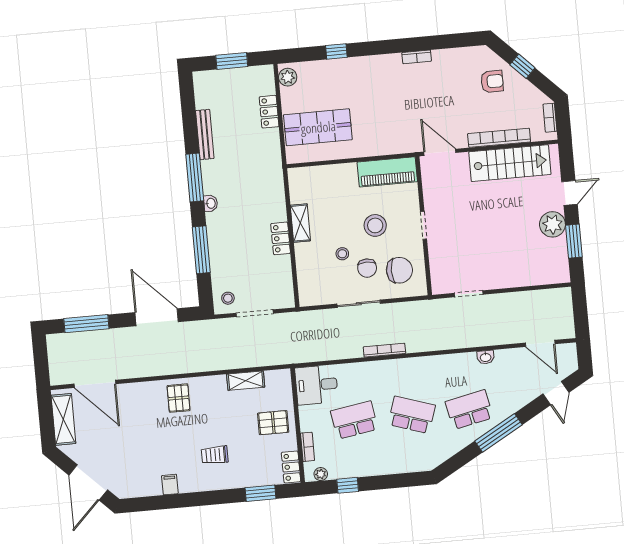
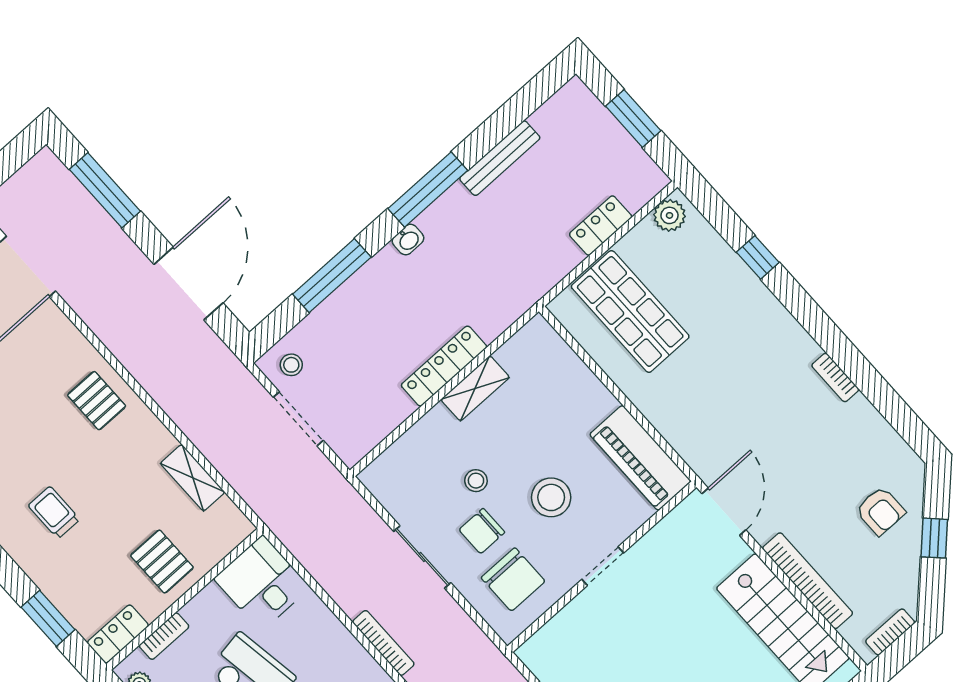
locker: (281, 238) -> (444, 366), width x1.53
pallet: (179, 398) -> (97, 401), turned 90

